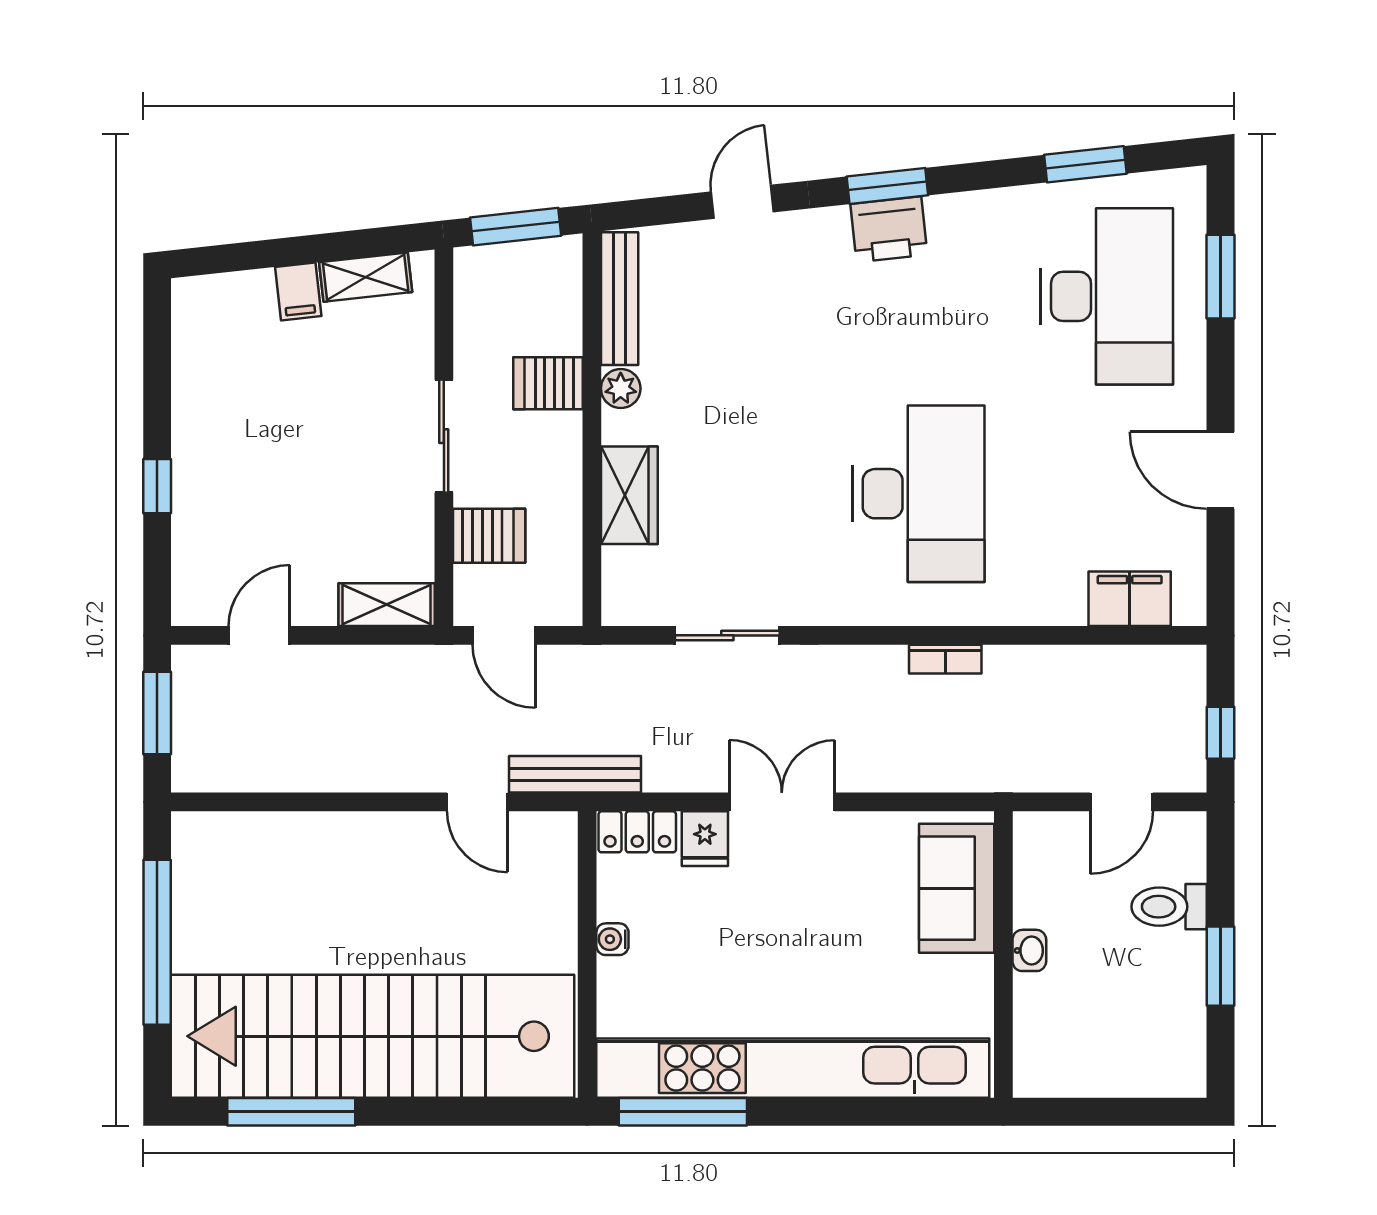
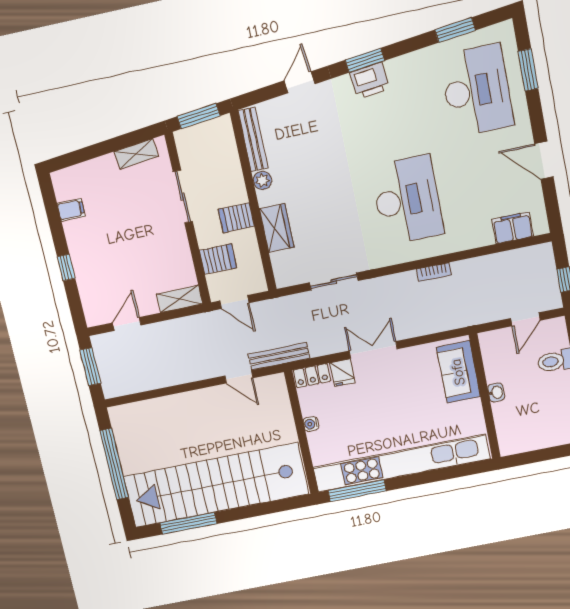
filing cabinet: (298, 292) -> (71, 210), moved, turned -84
server rack: (548, 383) -> (236, 218), moved
sliding door: (444, 436) -> (183, 197), moved

